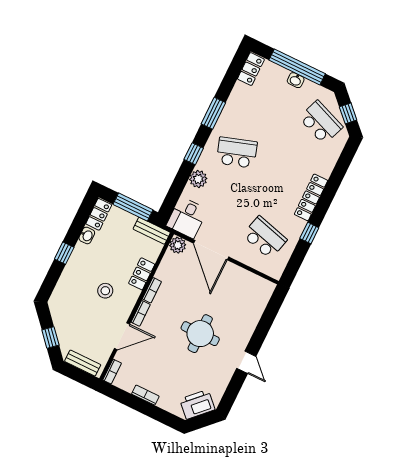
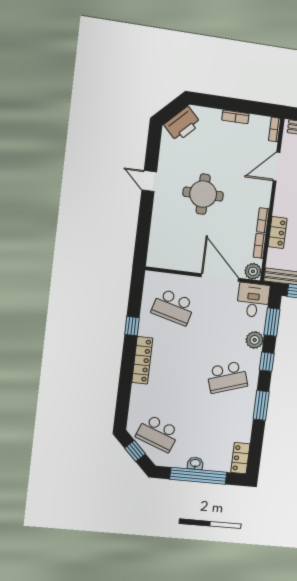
window: (176, 190) -> (272, 322), added
bookcase: (141, 313) -> (260, 246), moved

